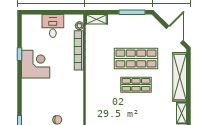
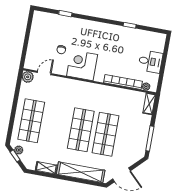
corner desk: (36, 64) -> (82, 65), moved, turned 180
shop shelf: (136, 85) -> (81, 130), width x1.43, depth x1.36

